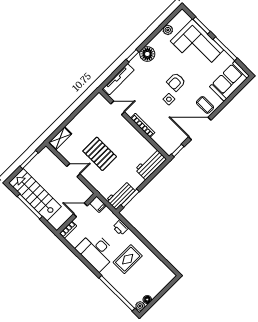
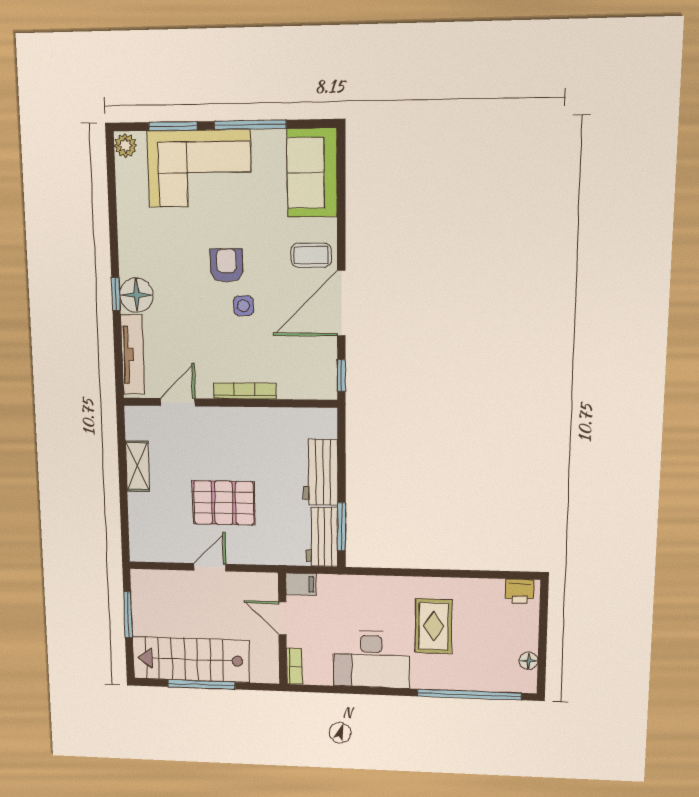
plant: (168, 30) -> (125, 146), moved
floor lamp: (147, 54) -> (136, 295), moved
armchair: (176, 82) -> (226, 265), turned 180
shelving: (60, 138) -> (137, 466), moved
workbench: (151, 164) -> (320, 472), moved
door: (80, 210) -> (282, 618), hinge flipped
printer: (121, 228) -> (520, 591), moved
plant: (140, 306) -> (527, 681), removed

